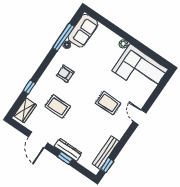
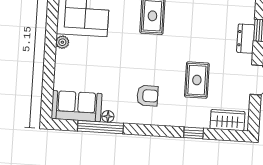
armchair: (65, 74) -> (147, 96), turned -90
dresser: (68, 150) -> (246, 39), width x0.70

